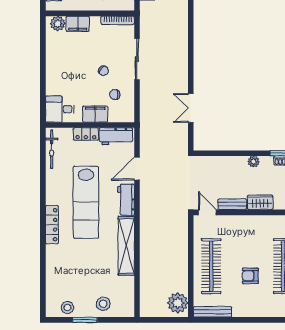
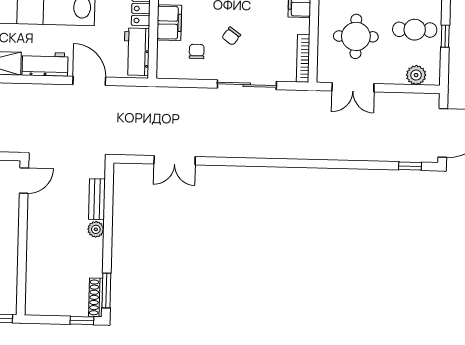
double door: (191, 108) -> (175, 160), swing flipped
plant: (254, 162) -> (96, 229), moved
wardrobe: (260, 202) -> (37, 257), removed
bench: (232, 204) -> (97, 199), moved

